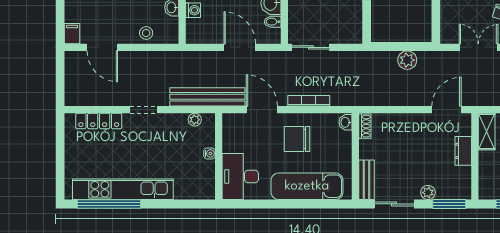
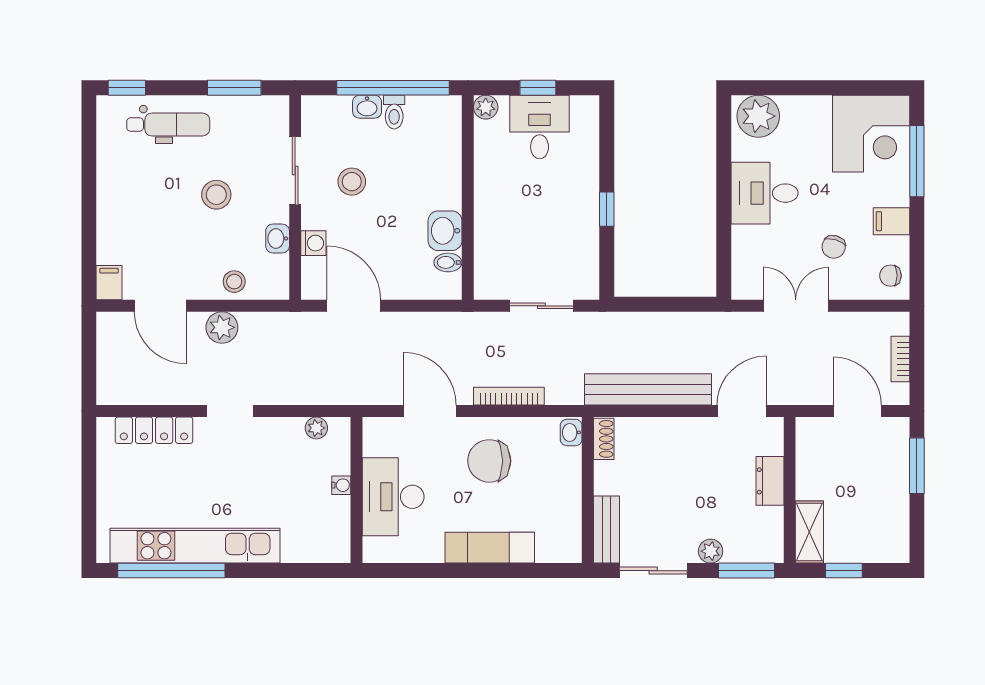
door: (240, 47) -> (354, 306), moved
sliding door: (311, 47) -> (541, 306), moved
plant: (407, 60) -> (222, 327), moved
bench: (207, 97) -> (648, 389), moved
shelving: (487, 132) -> (809, 532), moved
desk: (240, 177) -> (393, 497), moved
exam couch: (307, 186) -> (490, 548), width x0.73, depth x0.69

